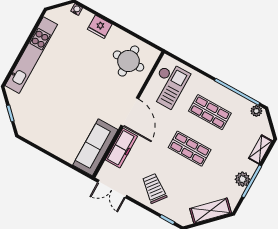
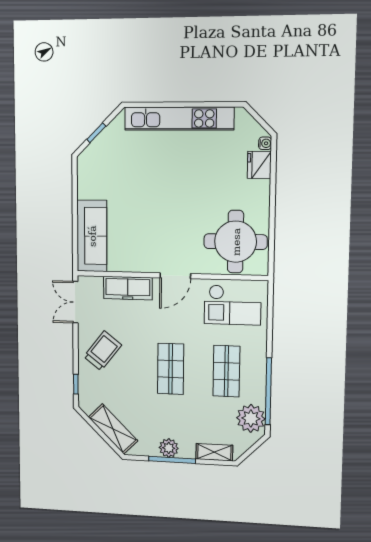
fridge: (100, 27) -> (259, 165), moved
round table: (128, 61) -> (236, 242), width x1.36, depth x1.36
plant: (256, 111) -> (251, 418), width x1.87, depth x1.87
door: (130, 112) -> (175, 276), width x0.73
sofa: (95, 147) -> (92, 236), moved, turned 90

